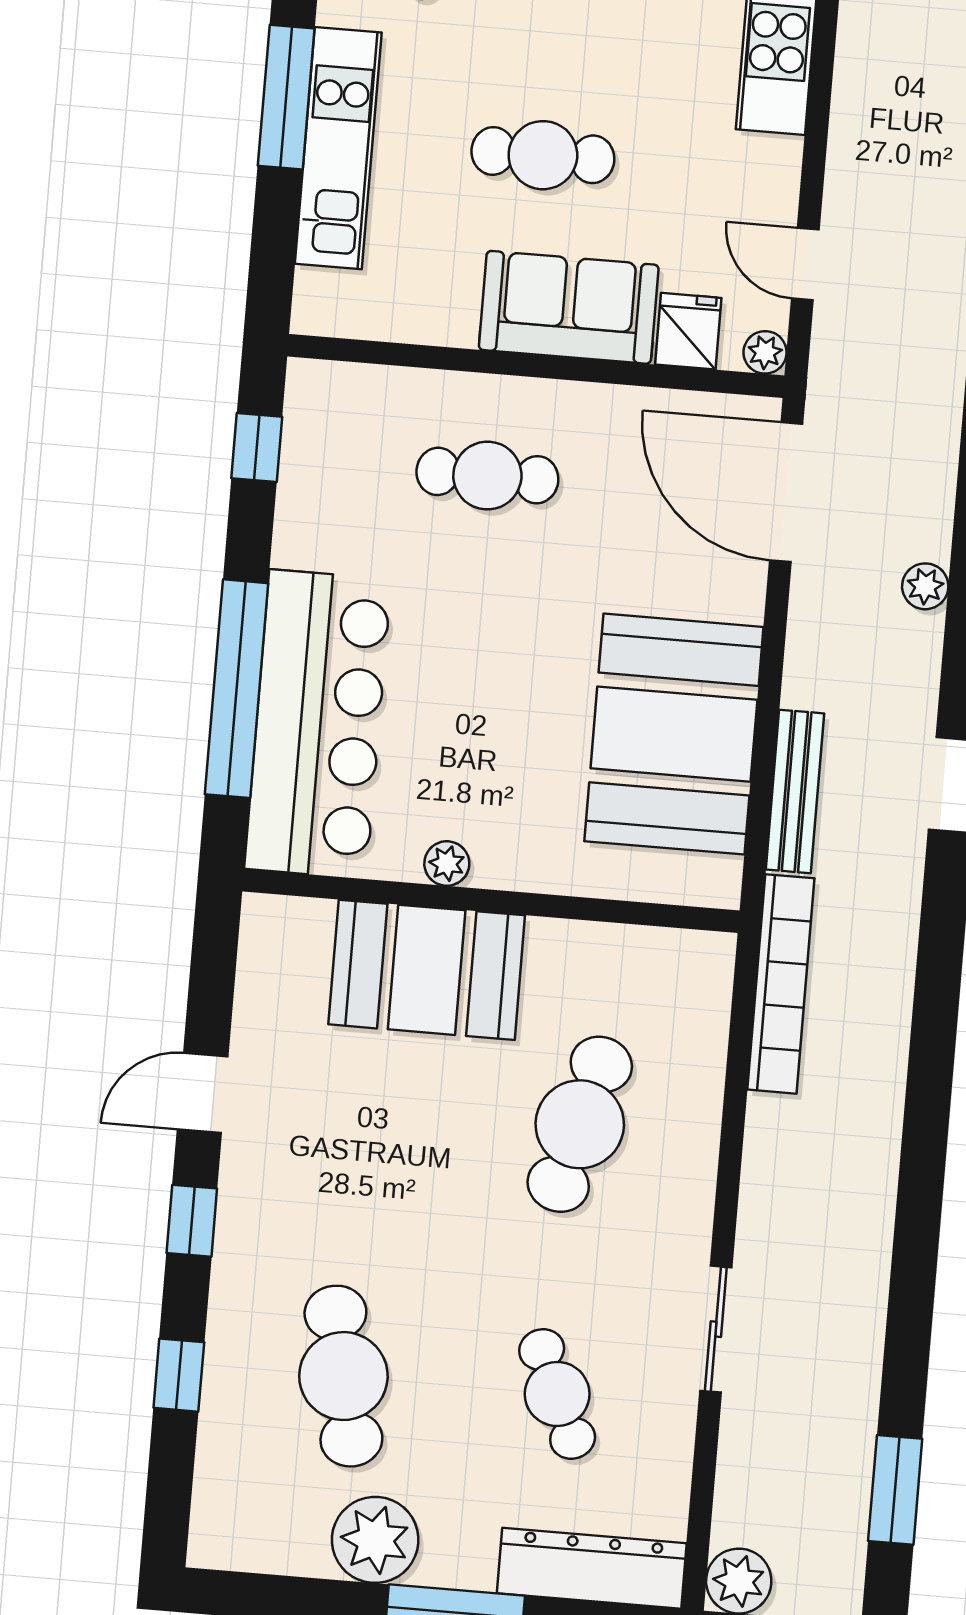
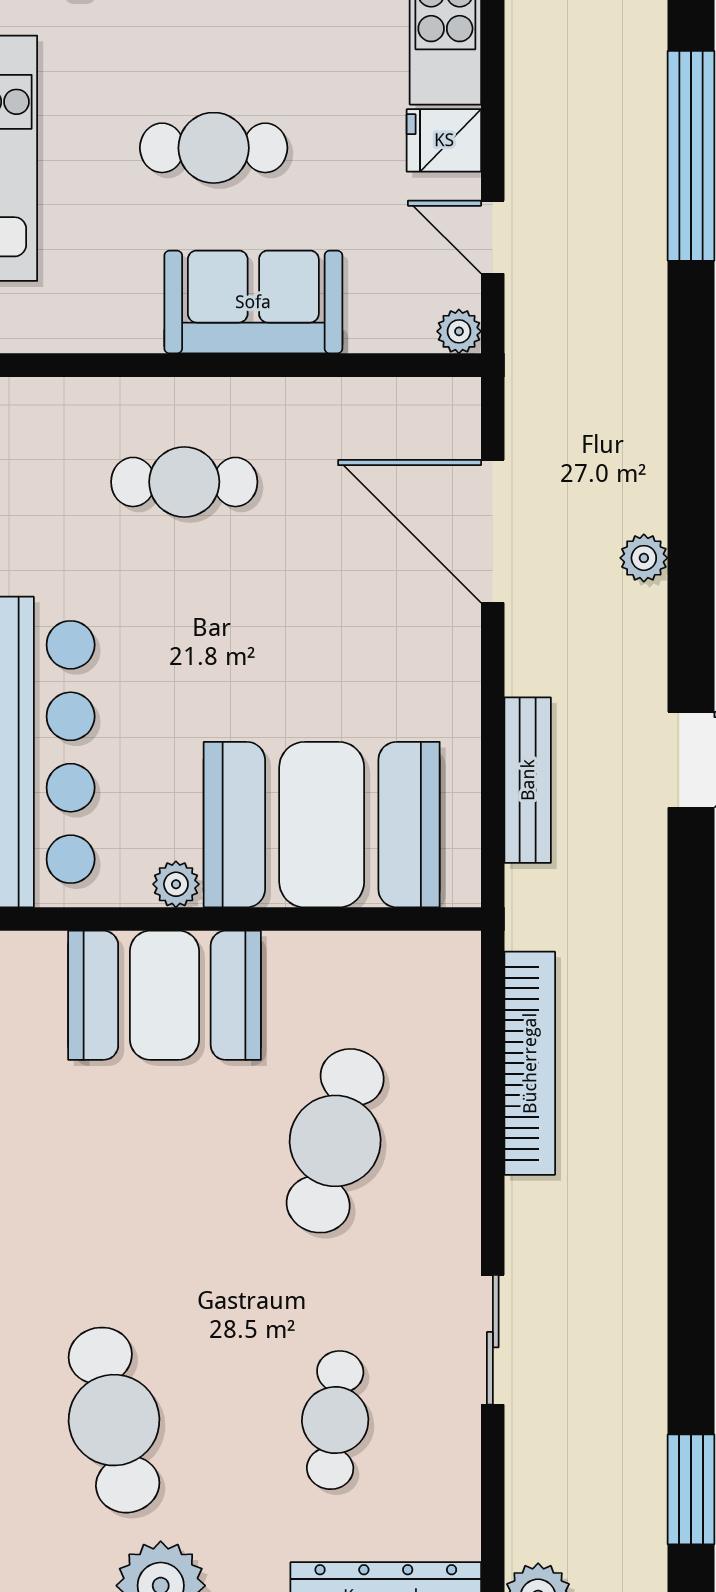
fridge: (688, 331) -> (444, 140), moved, turned -90
door: (786, 492) -> (493, 531), moved
booth: (674, 734) -> (322, 825), moved, turned 90
bookcase: (781, 984) -> (530, 1063), moved
cafe table: (557, 1394) -> (335, 1420), turned 30

